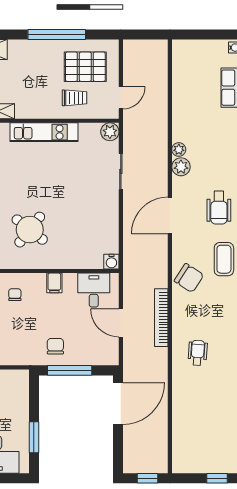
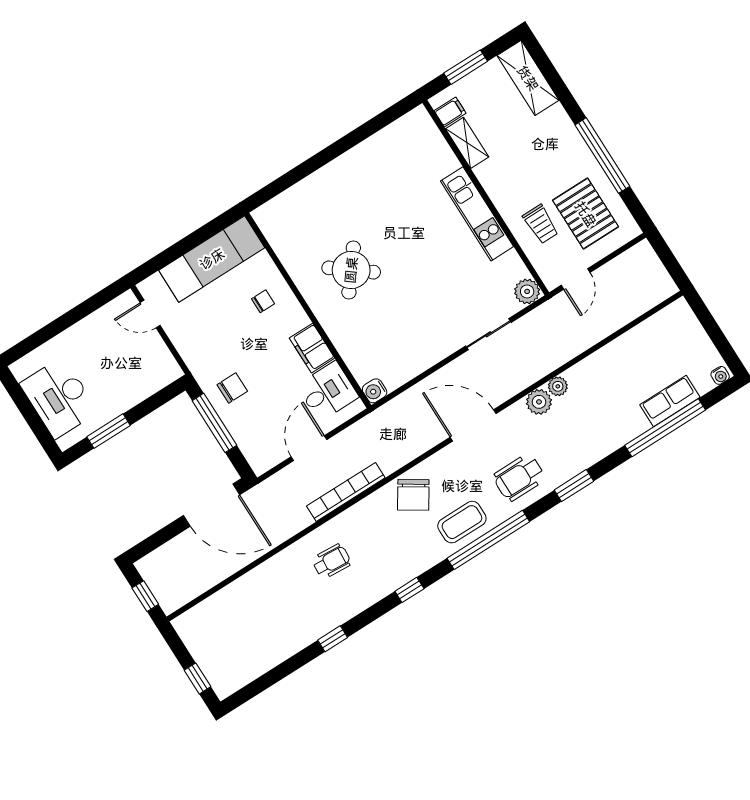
door: (121, 98) -> (576, 279), hinge flipped
filing cabinet: (54, 283) -> (312, 348), width x2.00

